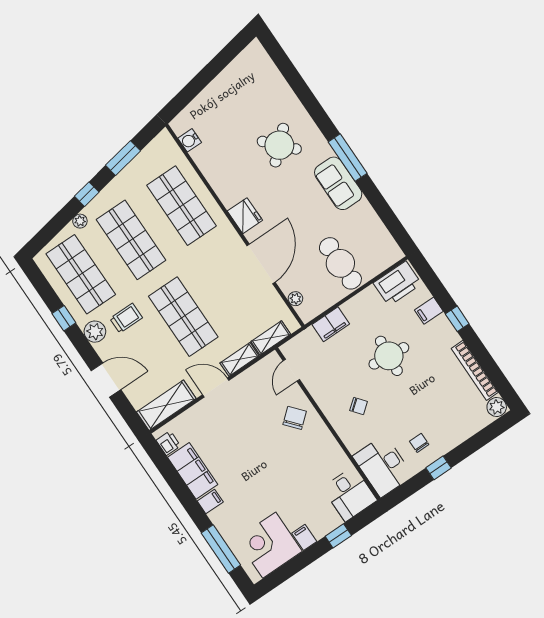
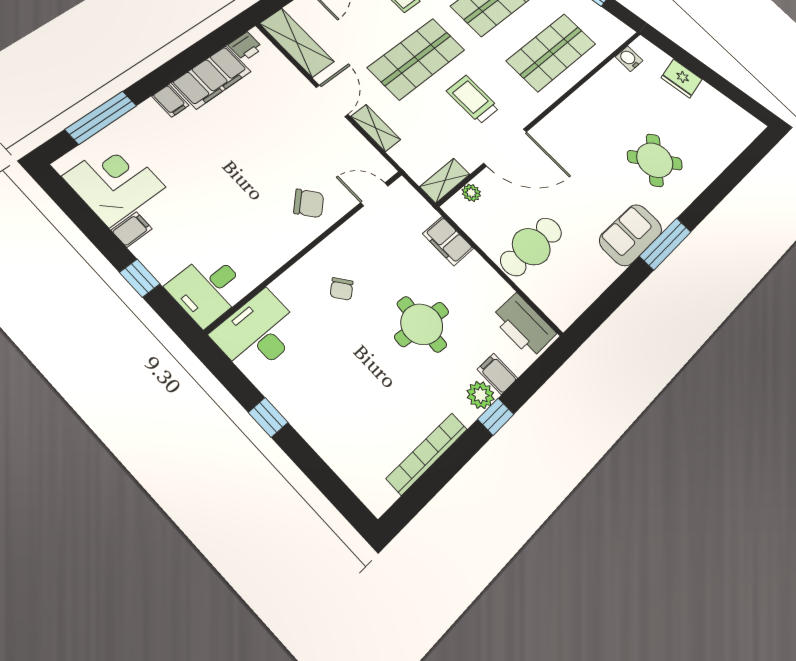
fridge: (245, 216) -> (682, 79), moved, turned 79
trolley: (220, 280) -> (473, 99), added
shelving: (271, 338) -> (445, 180), moved, turned 90
plant: (497, 407) -> (480, 395), moved
chair: (419, 443) -> (302, 383), removed

